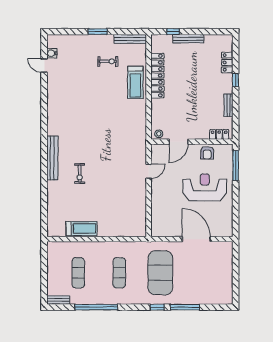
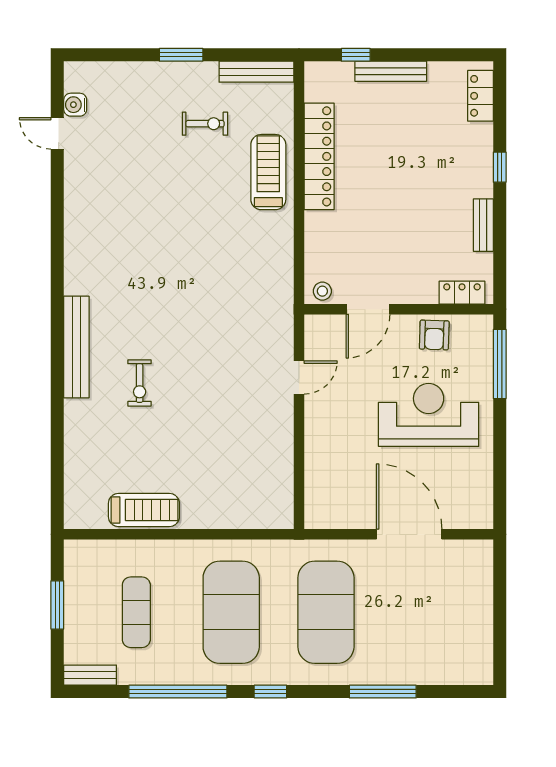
locker: (227, 62) -> (480, 96), moved
treadmill: (135, 82) -> (268, 172), turned 180
window: (44, 270) -> (57, 605), added
exercise mat: (119, 273) -> (231, 612), width x2.00, depth x1.45
window: (157, 307) -> (270, 692), moved

